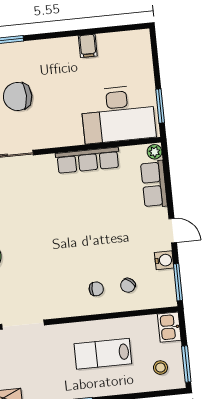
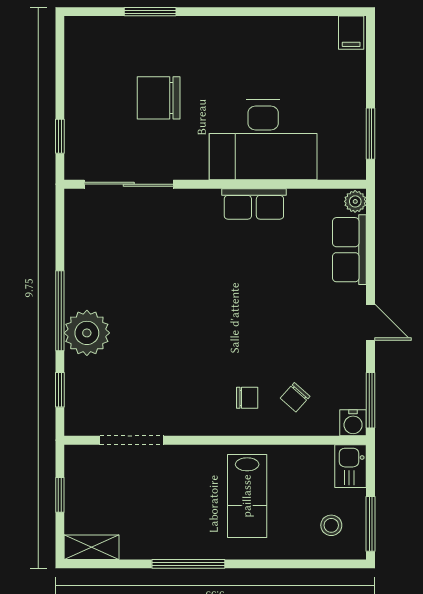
filing cabinet: (88, 46) -> (351, 33), moved
desk: (118, 114) -> (263, 140), moved
row of seats: (88, 160) -> (254, 204), width x0.68
water cooler: (164, 260) -> (353, 423), moved, turned 90
lab bench: (103, 354) -> (247, 496), turned -90

